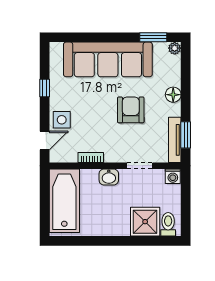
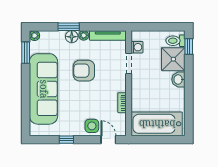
plant: (175, 110) -> (84, 35), added
window: (186, 135) -> (69, 27), moved
washing machine: (173, 176) -> (137, 47), moved
washbasin: (109, 177) -> (178, 80), moved, turned 180
window: (161, 241) -> (189, 46), added

